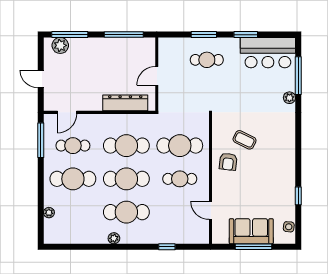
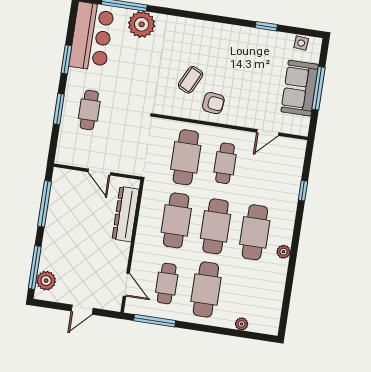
plant: (289, 98) -> (142, 24), width x1.87, depth x1.87

